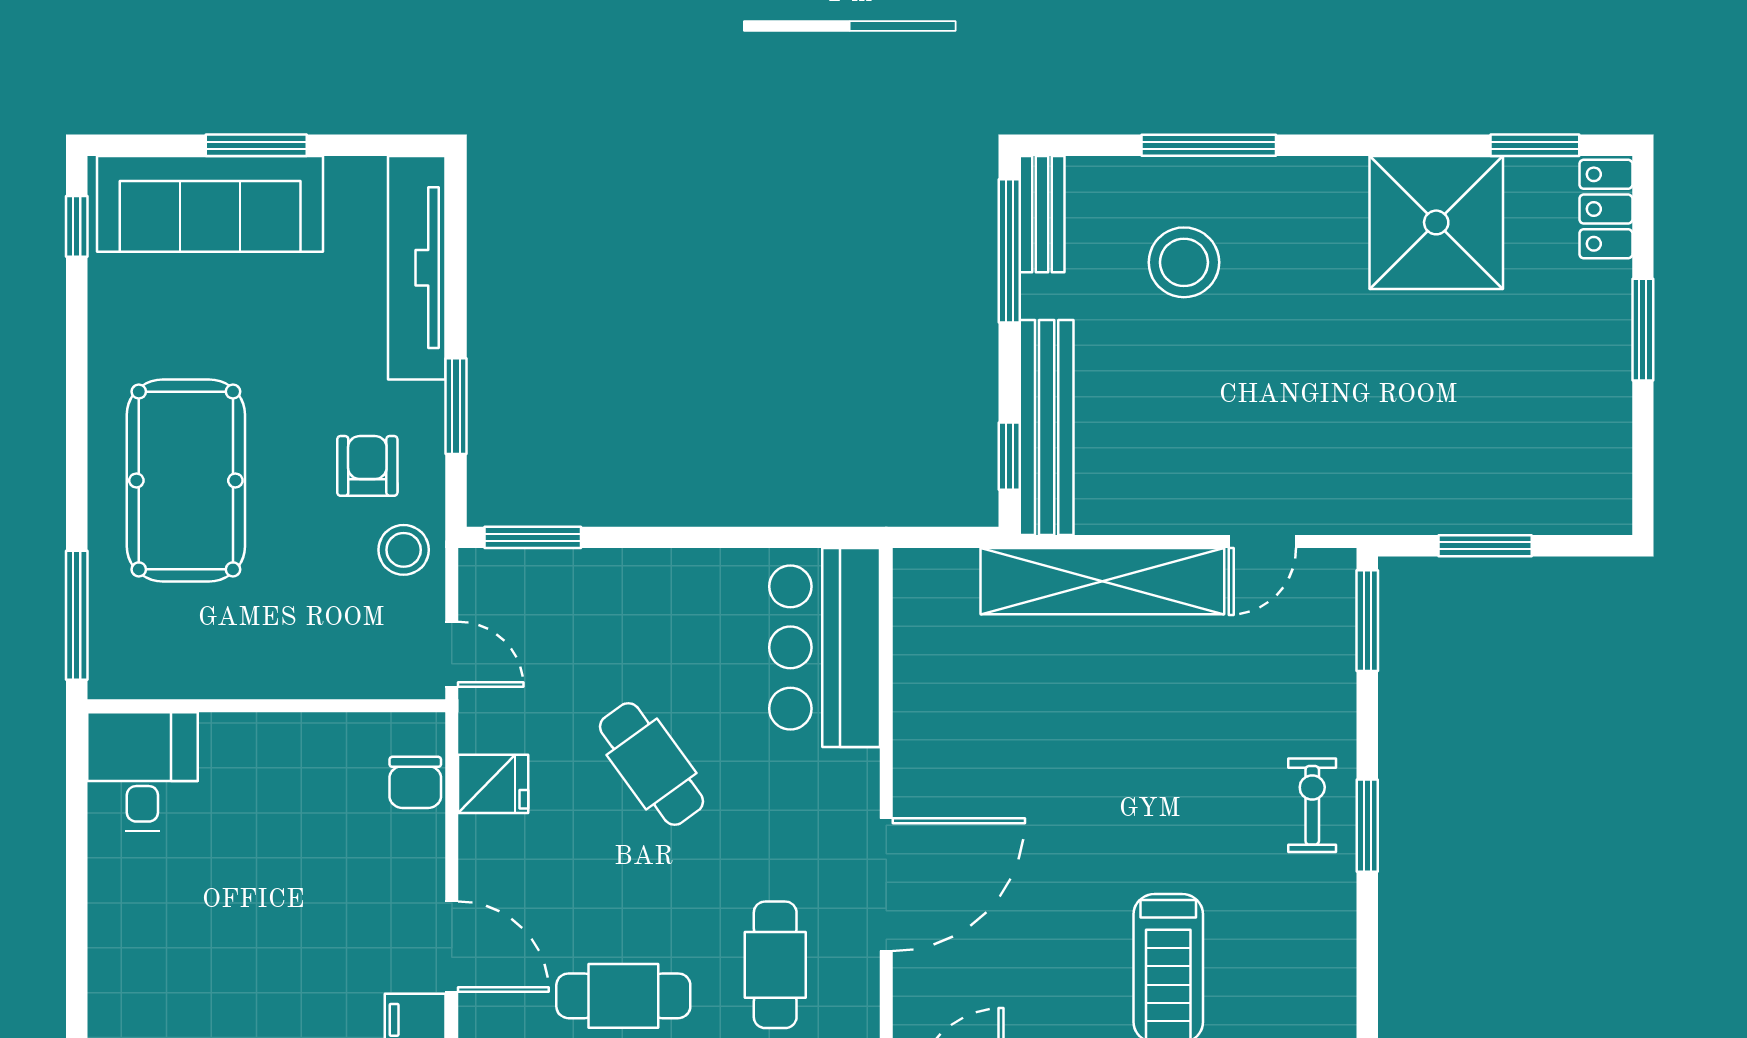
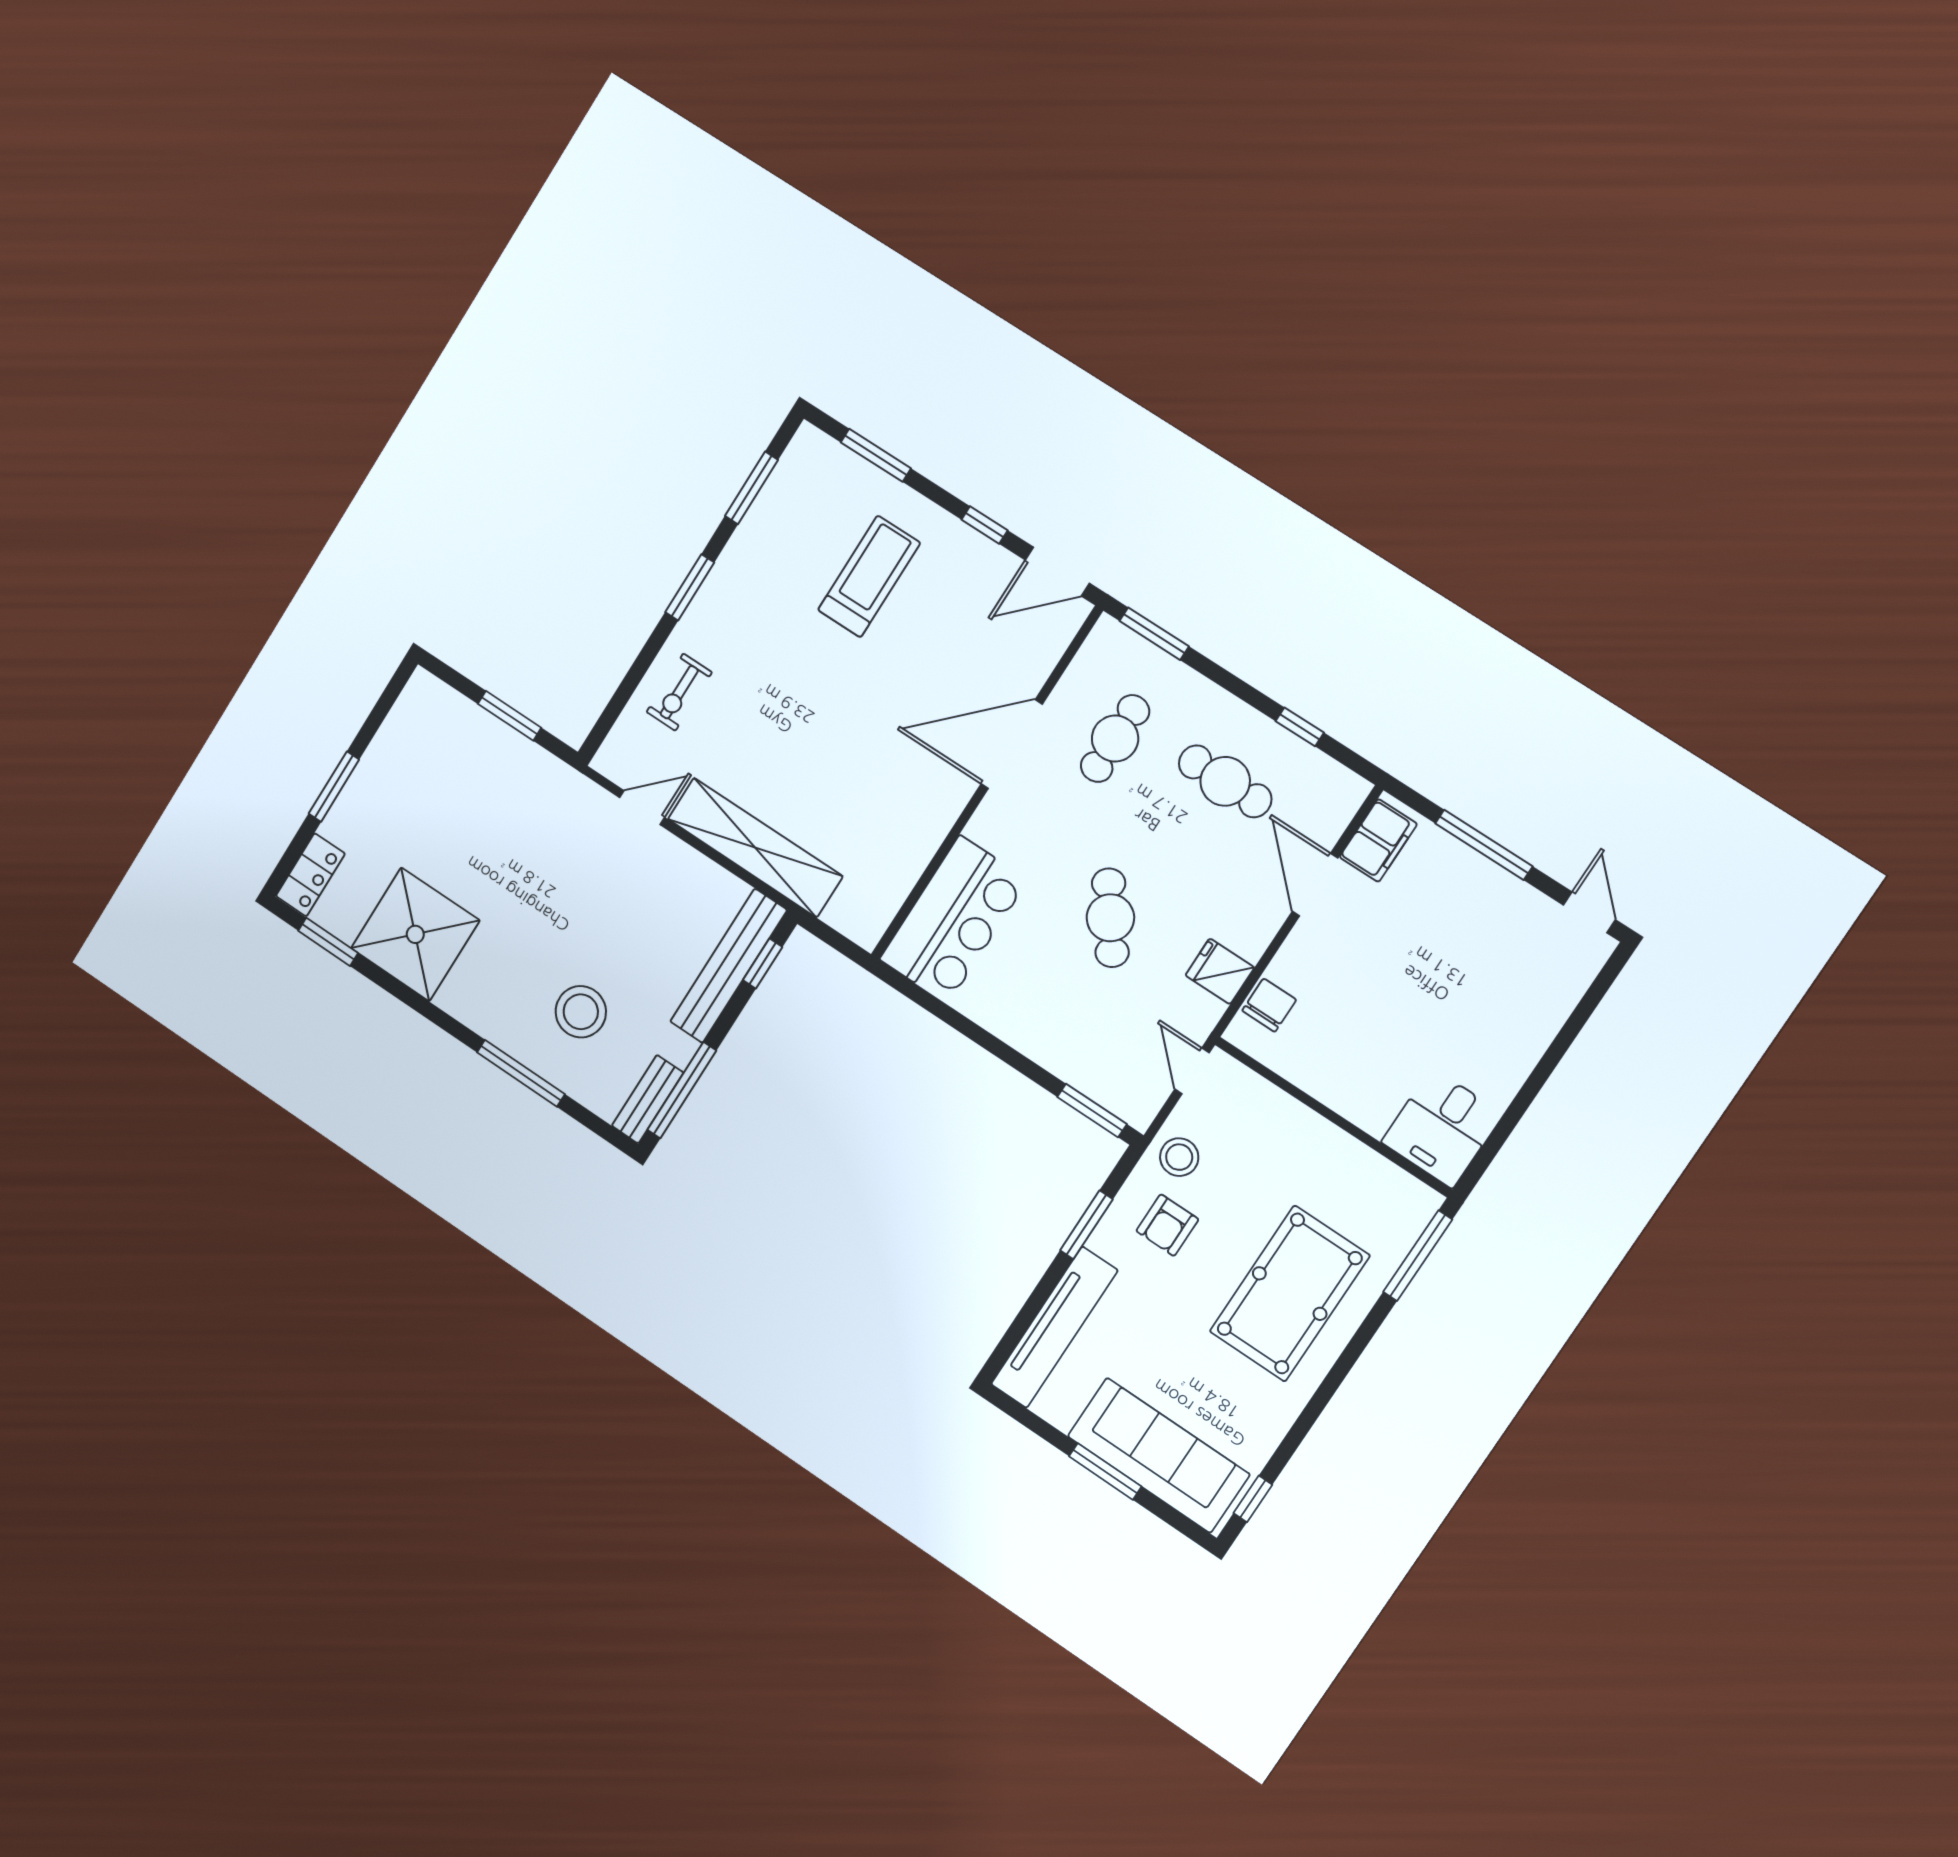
window: (1367, 621) -> (752, 488), moved
exercise bike: (1312, 805) -> (679, 692), moved

